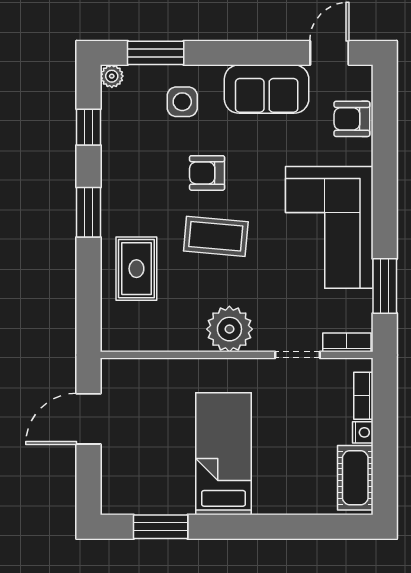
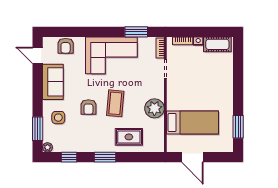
plant: (229, 329) -> (154, 108), moved
bed: (223, 454) -> (193, 123), moved, turned 180

